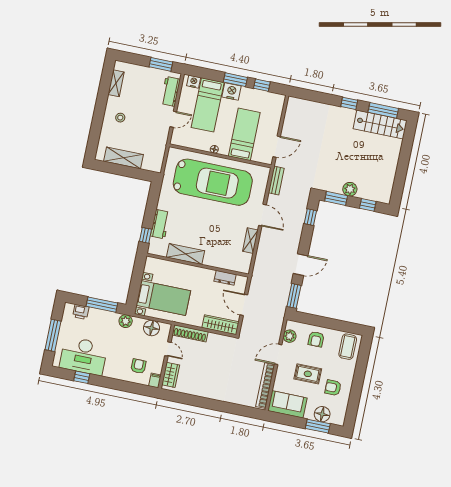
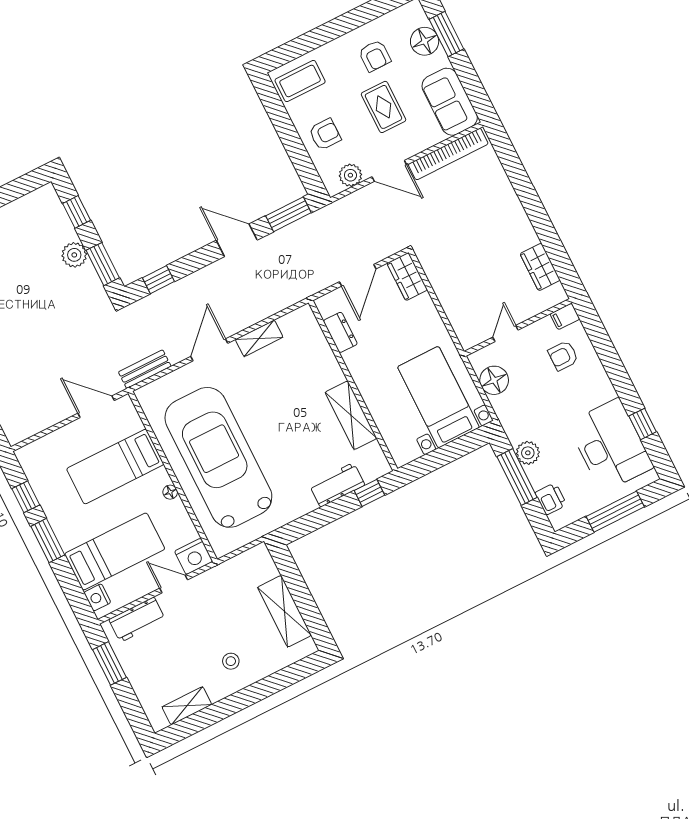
nightstand: (232, 91) -> (194, 556), moved, turned -90
plant: (126, 321) -> (528, 453), moved
wardrobe: (221, 325) -> (407, 277), width x0.67
shoe rack: (190, 333) -> (458, 320), removed
wardrobe: (171, 375) -> (540, 267), moved, turned -90

